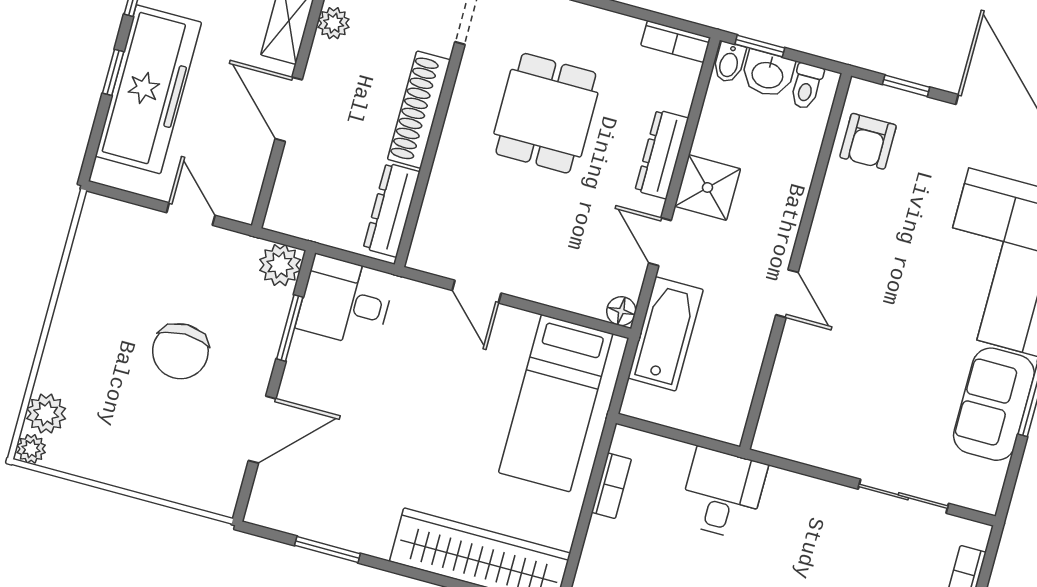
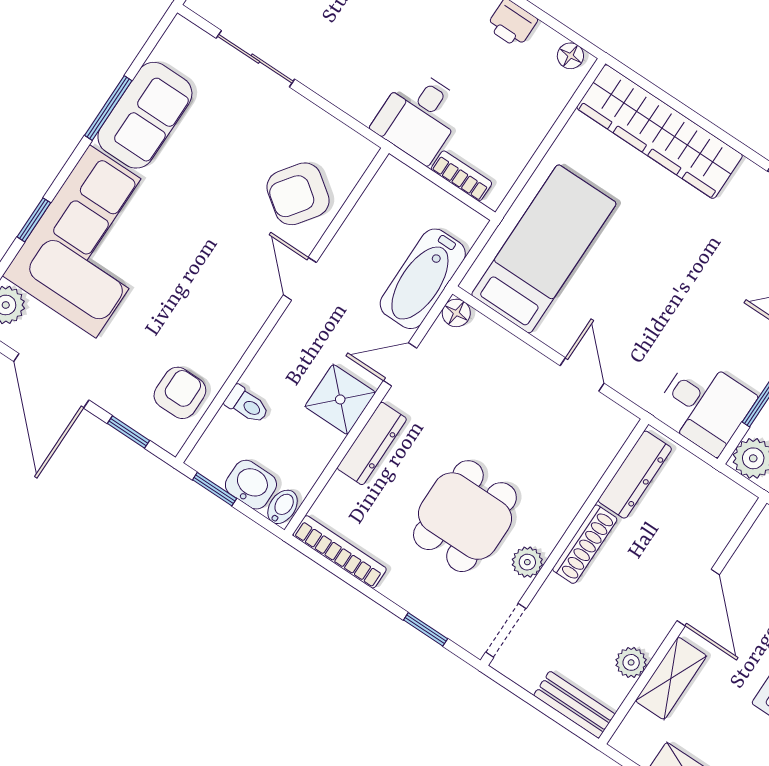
bookcase: (676, 41) -> (340, 552), width x1.56
window: (760, 46) -> (215, 489), moved
toilet: (806, 86) -> (247, 405), moved, turned 90
plant: (469, 88) -> (527, 562), added
shoe rack: (419, 110) -> (585, 544), width x0.74, depth x0.81
door: (660, 242) -> (400, 364), swing flipped
armchair: (817, 377) -> (298, 194), added
bookcase: (611, 486) -> (461, 176), moved, turned 90

